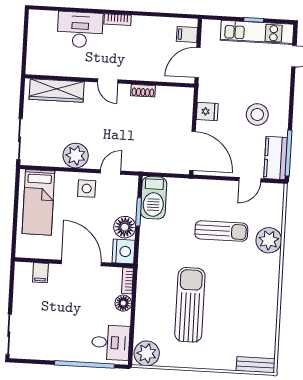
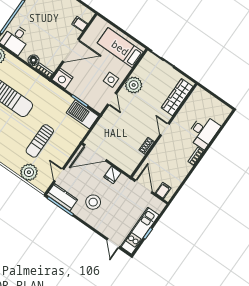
door: (108, 81) -> (165, 129), hinge flipped
floor lamp: (125, 227) -> (76, 88), removed
plant: (269, 240) -> (29, 172), moved

